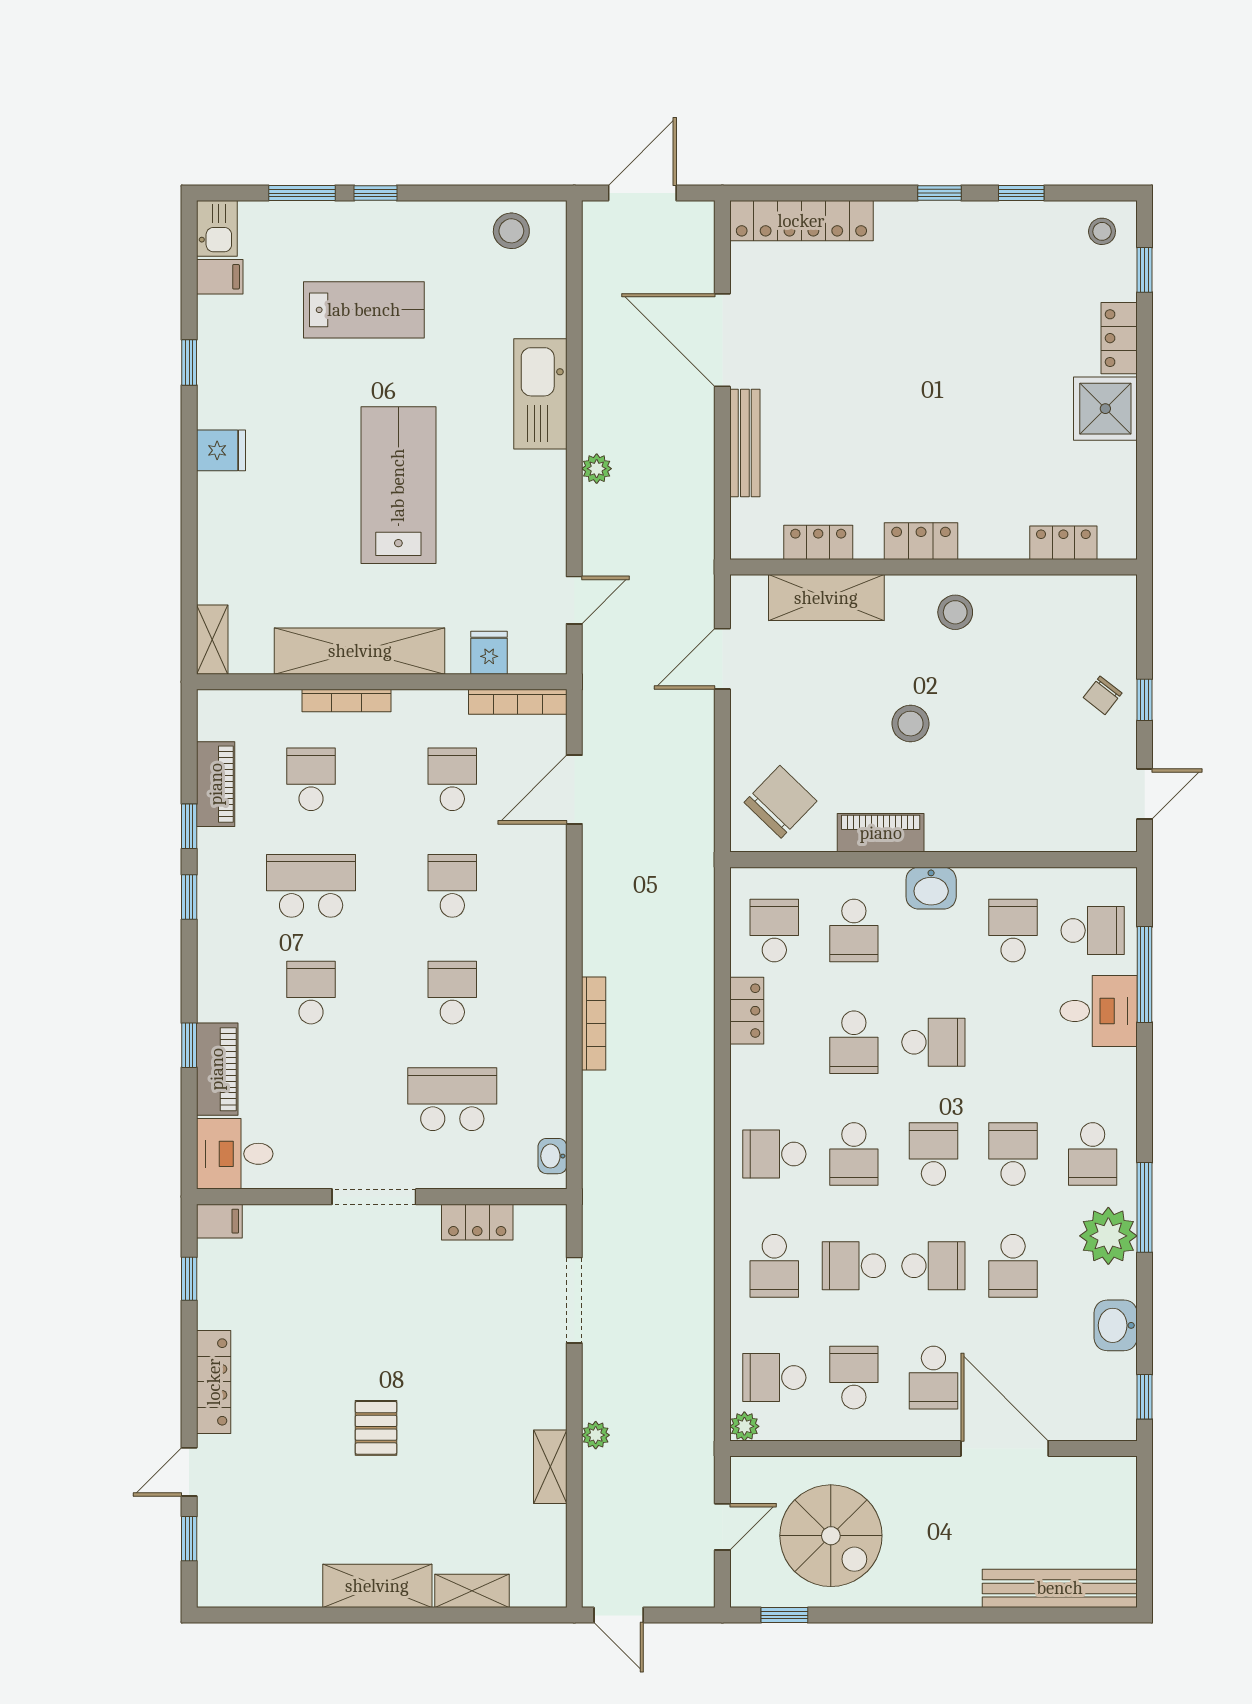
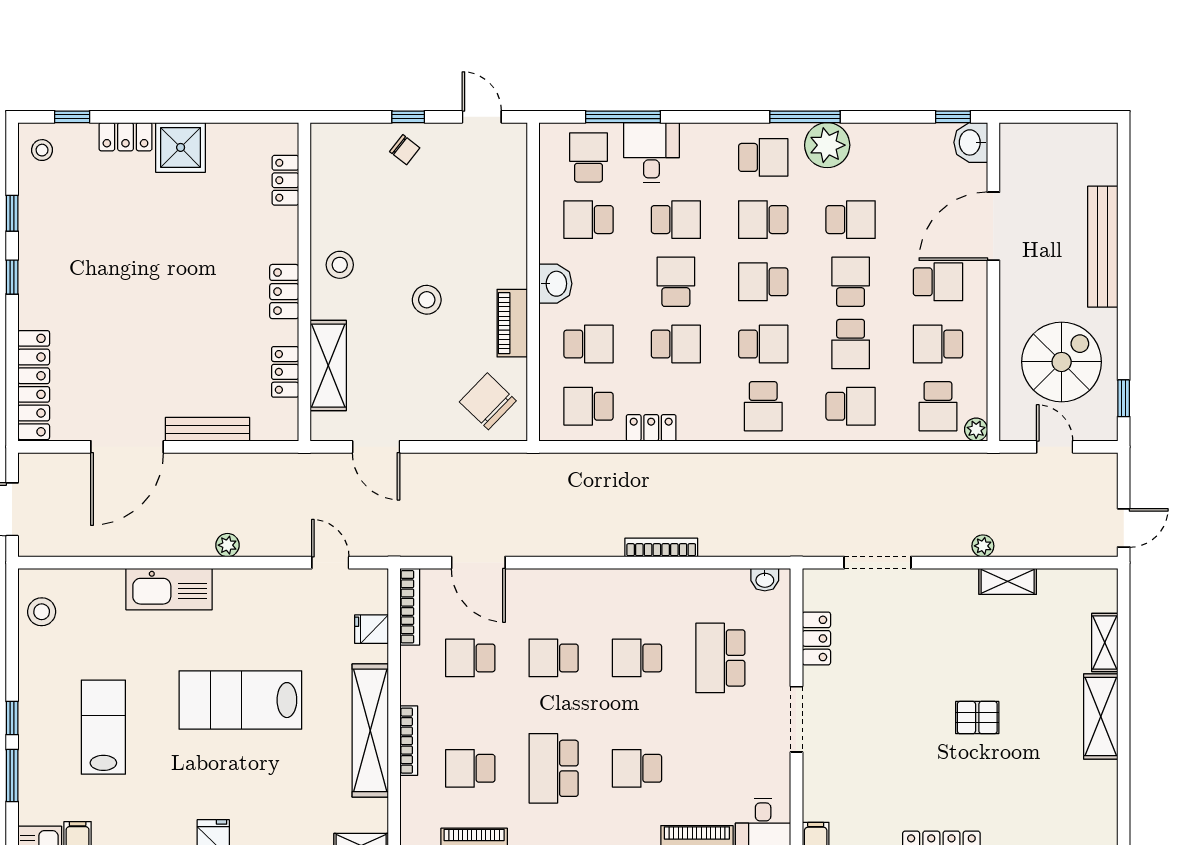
school desk: (1013, 1042) -> (676, 220), added
washbasin: (1116, 1325) -> (971, 142), moved, turned 90
bench: (1060, 1588) -> (1103, 247), moved

